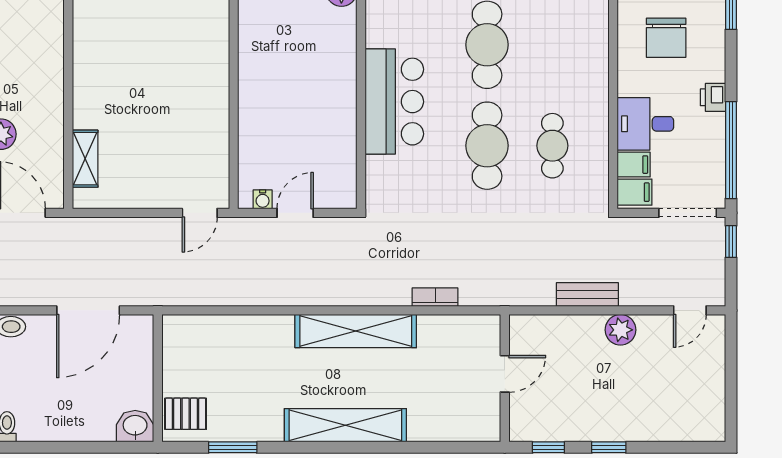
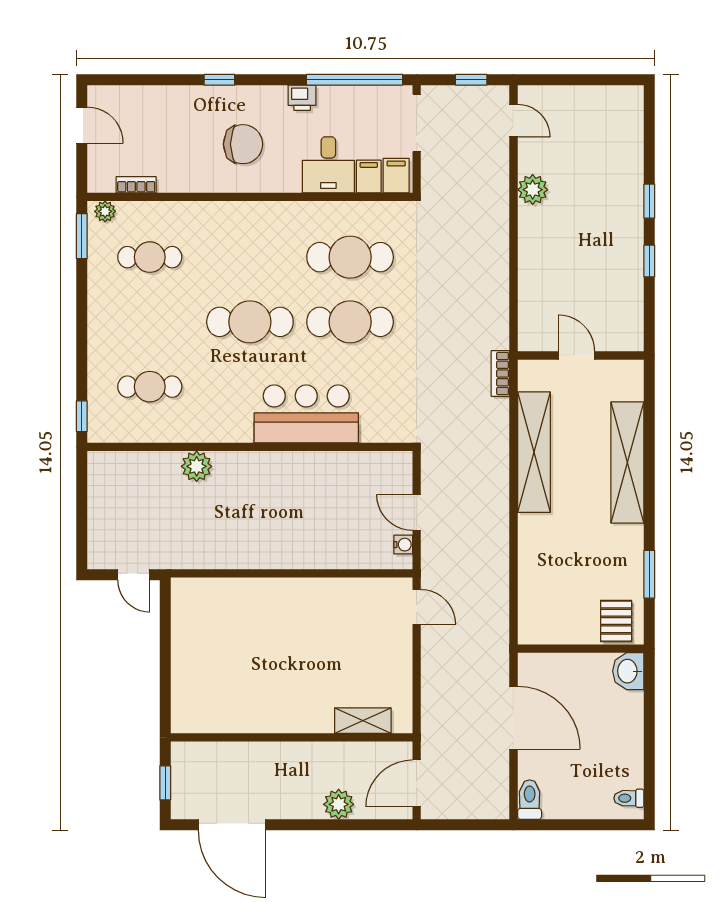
cafe table: (552, 146) -> (350, 257), width x1.37, depth x1.35
window: (731, 242) -> (471, 80), moved
bench: (587, 295) -> (498, 222), removed
door: (505, 374) -> (576, 355), moved
wall: (505, 378) -> (581, 355), moved

